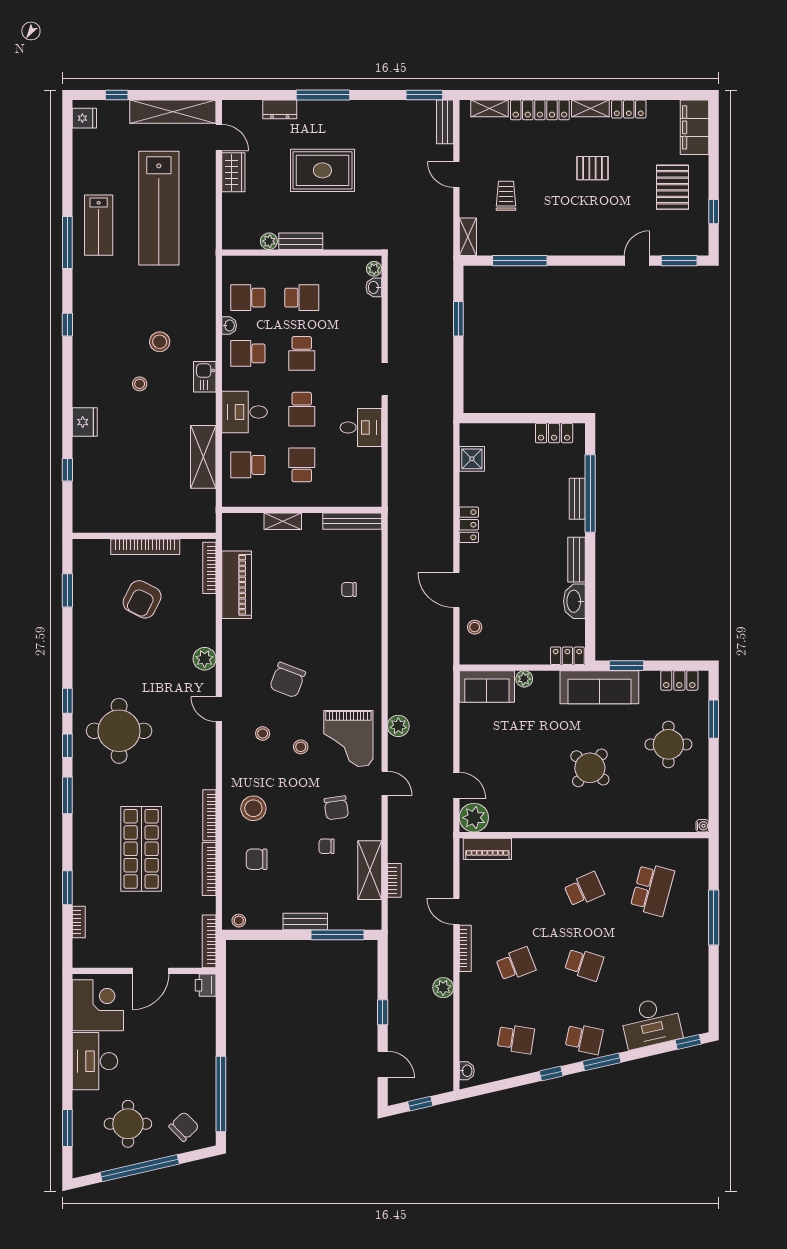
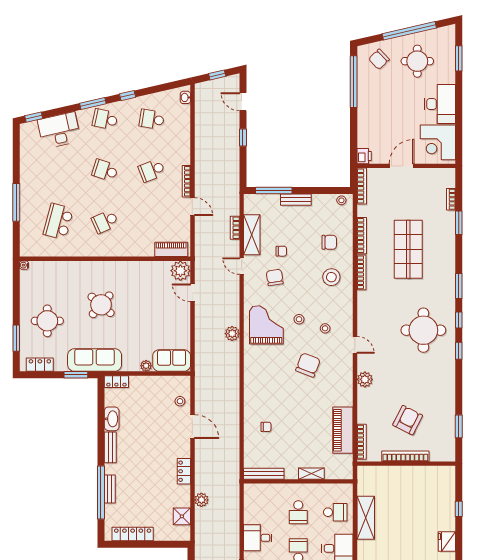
locker: (554, 433) -> (133, 534), width x1.53
door: (385, 783) -> (242, 266), moved
plant: (443, 988) -> (201, 500), moved

